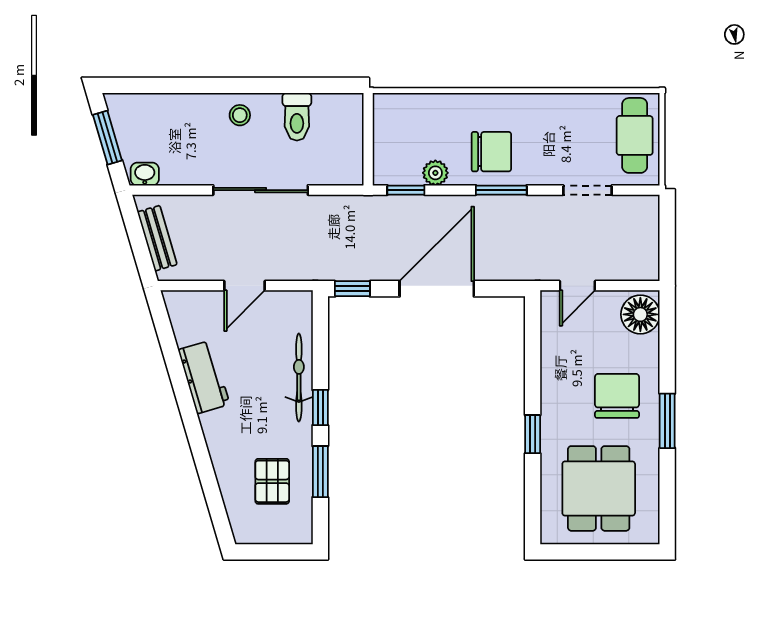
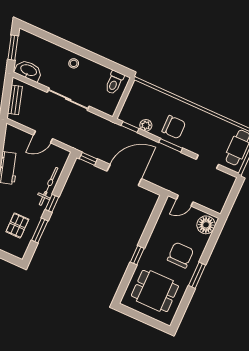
toilet: (297, 117) -> (114, 82), moved
washbasin: (145, 174) -> (28, 71), width x1.91, depth x1.45
dining table: (599, 488) -> (155, 291), turned 90

